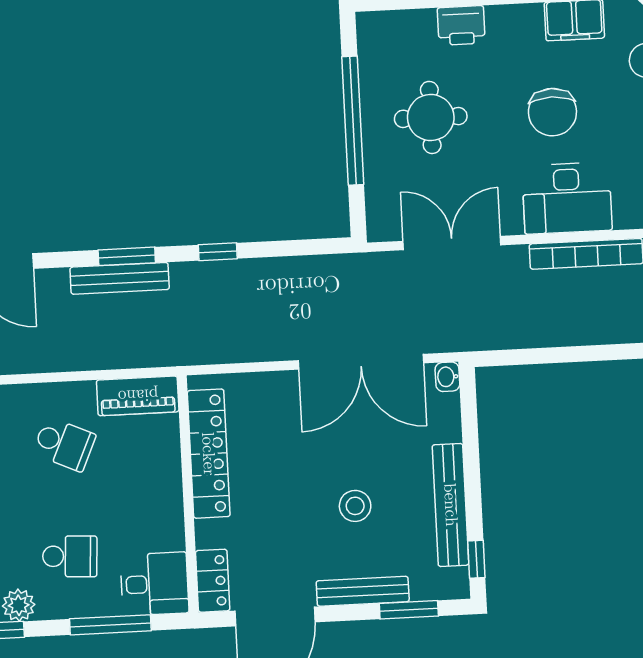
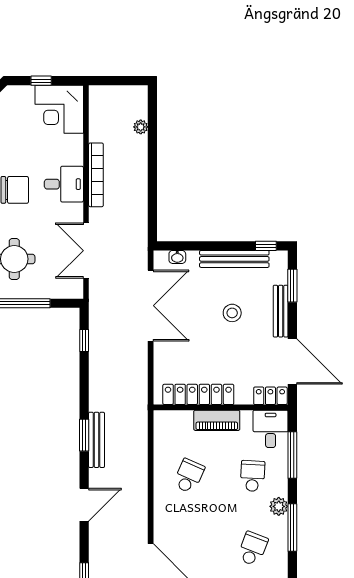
desk: (567, 198) -> (64, 184), width x0.73
window: (218, 252) -> (84, 340), moved
washbasin: (447, 377) -> (177, 257), moved
piano: (138, 396) -> (217, 420), moved, turned 90

